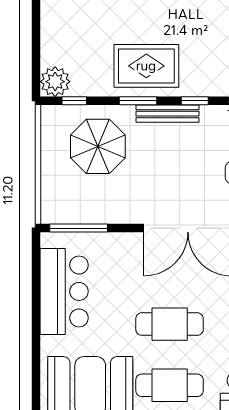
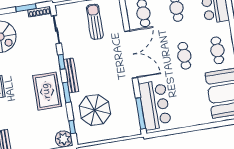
bar counter: (64, 291) -> (155, 105), moved, turned 90
cafe table: (170, 324) -> (184, 56), width x0.73, depth x0.74
cafe table: (170, 385) -> (217, 50), width x0.73, depth x0.74

